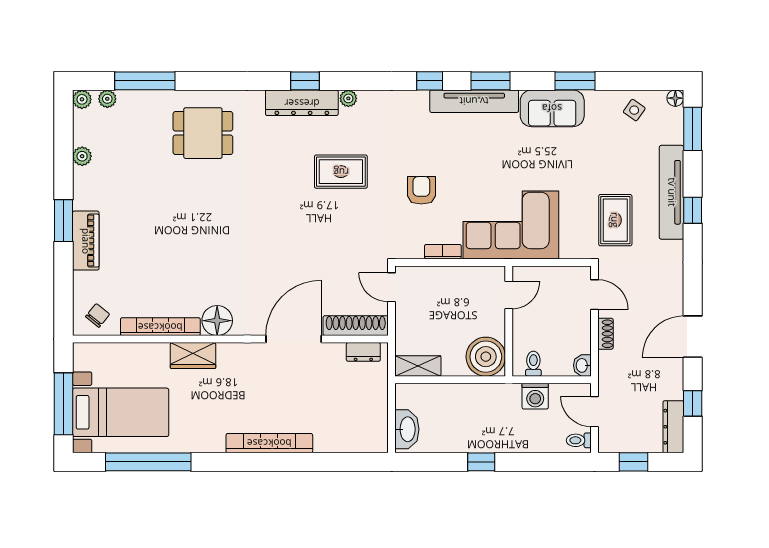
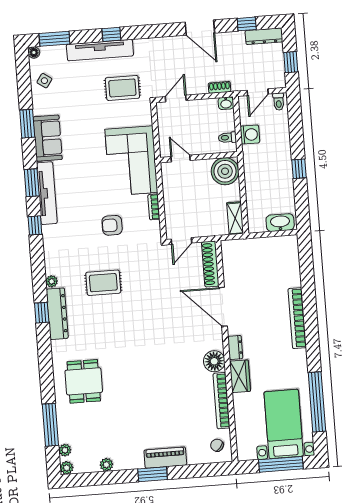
rug: (341, 172) -> (103, 283), turned 90
shoe rack: (605, 334) -> (220, 87), moved
dresser: (363, 352) -> (235, 348), moved

